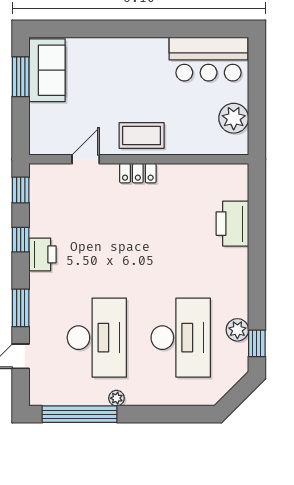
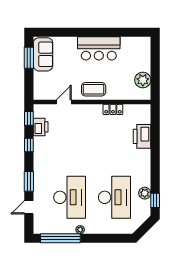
bar counter: (209, 59) -> (99, 48), moved
locker: (138, 173) -> (113, 109), moved
printer: (43, 254) -> (41, 127), moved

